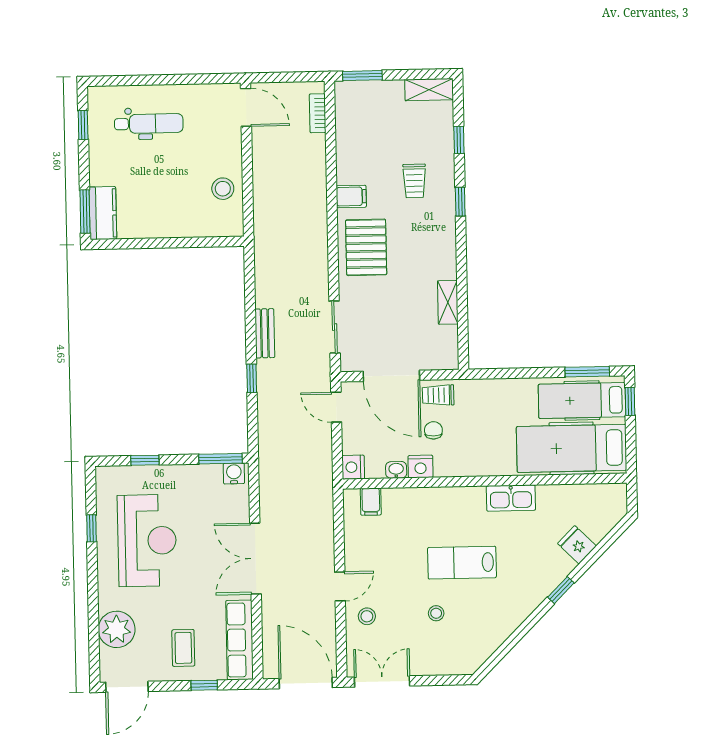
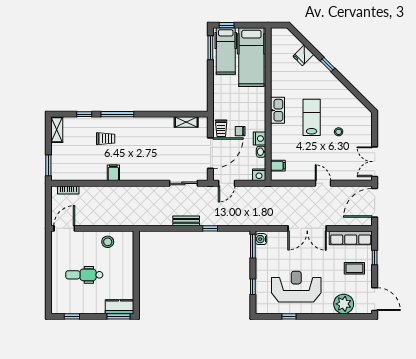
dental chair: (149, 124) -> (84, 275), moved, turned -90
window: (460, 202) -> (117, 114), width x2.17
pallet: (366, 247) -> (141, 165), removed
shelving: (448, 302) -> (186, 122), moved
kitchen sink: (511, 498) -> (277, 110), moved
lab bench: (462, 563) -> (312, 117), turned 180
stool: (367, 616) -> (339, 169), removed

